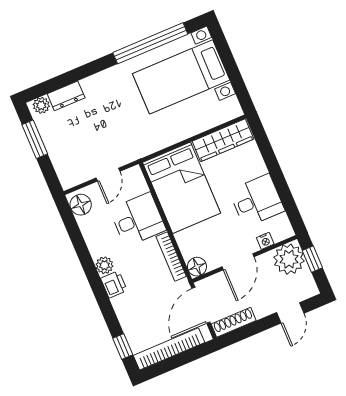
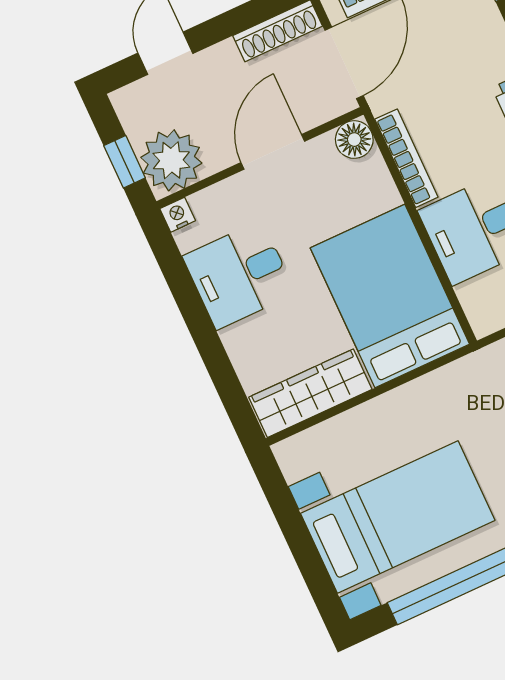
nightstand: (265, 241) -> (178, 215), moved

